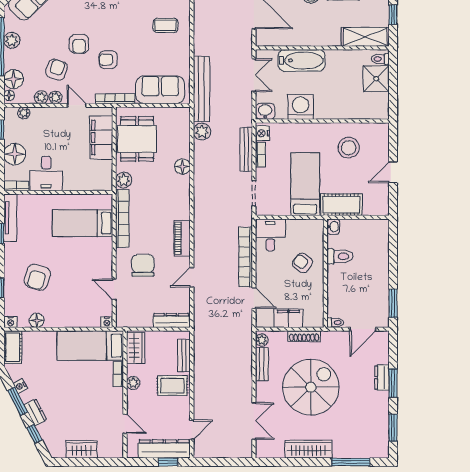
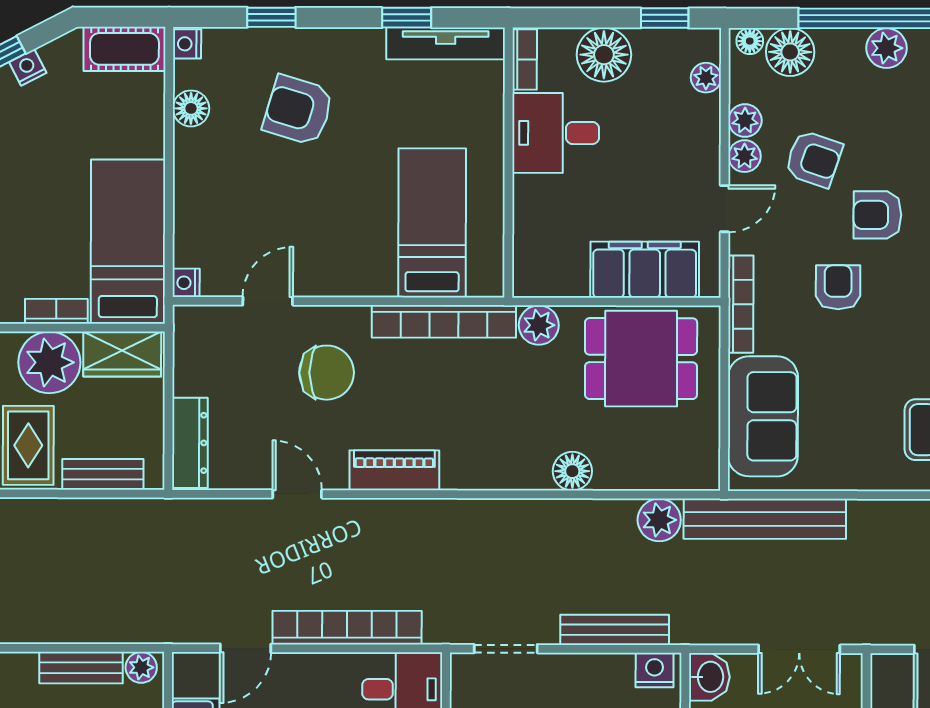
bookcase: (260, 155) -> (602, 665), removed
plant: (133, 383) -> (49, 362), width x1.88, depth x1.88

